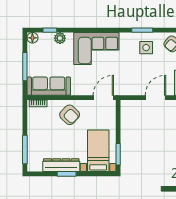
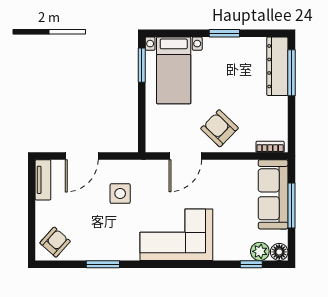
plant: (60, 38) -> (260, 251), moved
side table: (146, 48) -> (120, 194), moved
sofa: (49, 86) -> (273, 194), moved, turned 90
door: (103, 98) -> (185, 156), moved
dresser: (61, 165) -> (277, 66), moved, turned 90

